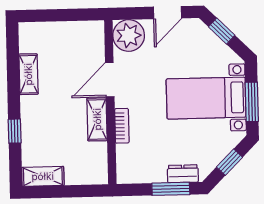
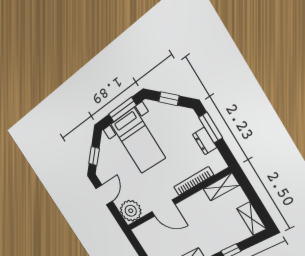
door: (168, 13) -> (104, 195), hinge flipped
shelving: (97, 119) -> (221, 187), moved
bookcase: (122, 126) -> (193, 181), width x1.56
dresser: (183, 174) -> (205, 141), moved

